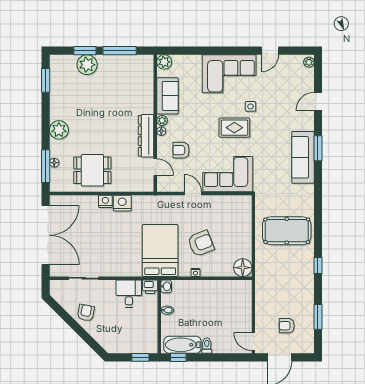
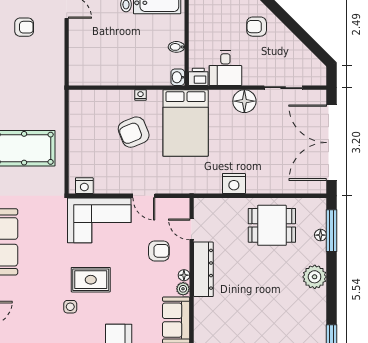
nightstand: (105, 201) -> (84, 186), moved
floor lamp: (243, 268) -> (244, 101), moved
armchair: (86, 313) -> (257, 27), moved, turned 79

